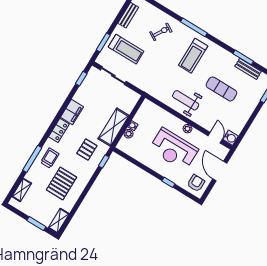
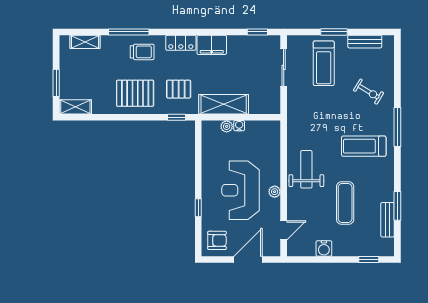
window: (103, 43) -> (334, 32), moved
water cooler: (231, 138) -> (324, 249), moved
pallet: (62, 183) -> (135, 93), moved

